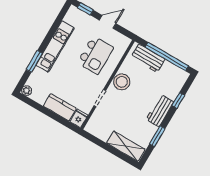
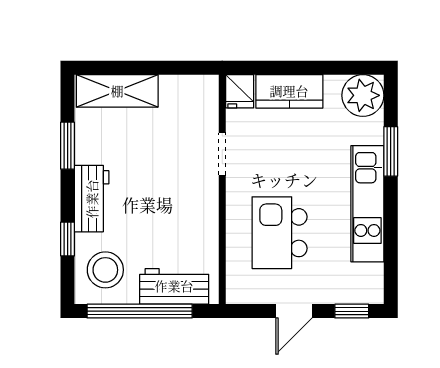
stool: (122, 82) -> (105, 270), moved
plant: (27, 91) -> (363, 95), width x1.88, depth x1.88

